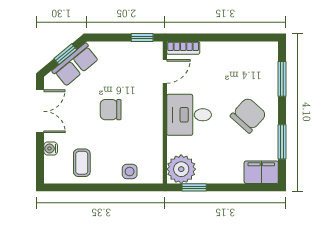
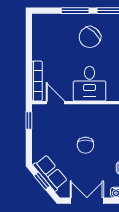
bookcase: (183, 48) -> (37, 81), width x1.56
window: (282, 79) -> (75, 11), moved
chair: (248, 115) -> (90, 37), turned -89

